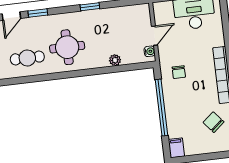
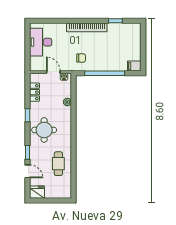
locker: (123, 13) -> (35, 92), added
round table: (67, 47) -> (44, 130), moved
chair: (214, 122) -> (119, 38), removed

